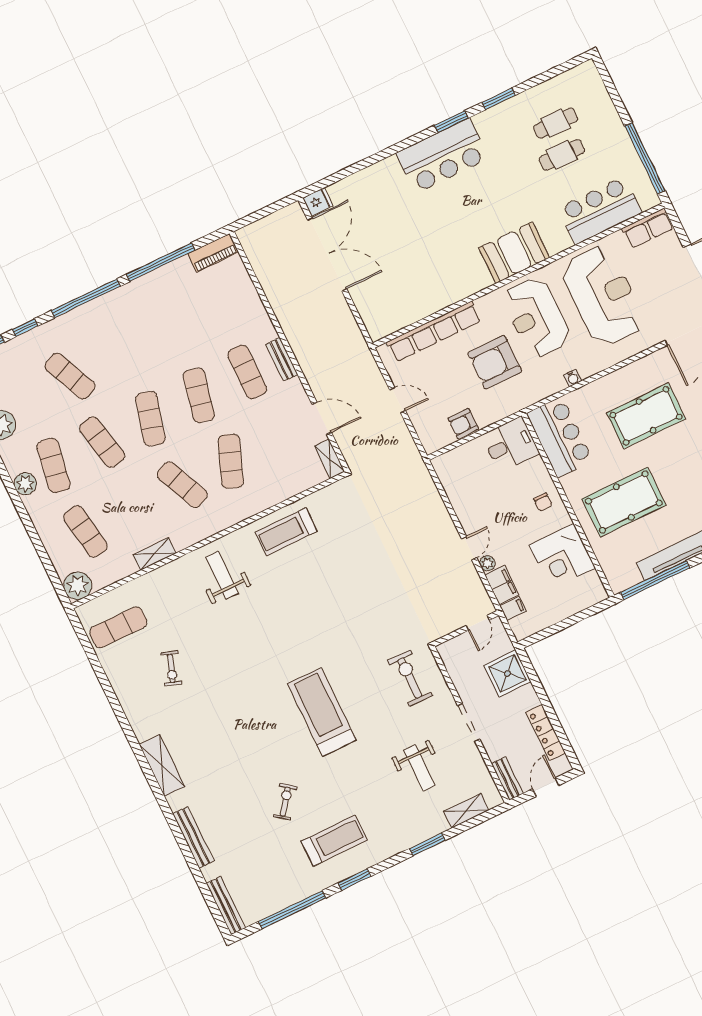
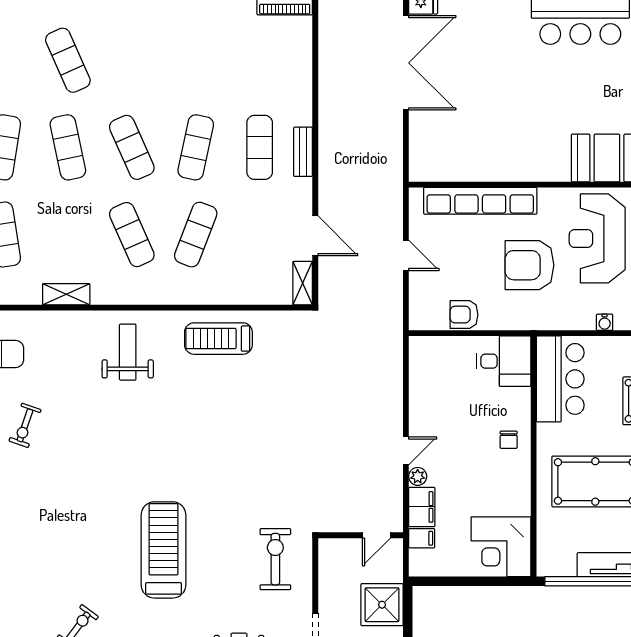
exercise mat: (150, 419) -> (132, 147), turned -39
corner desk: (562, 557) -> (501, 547), moved

